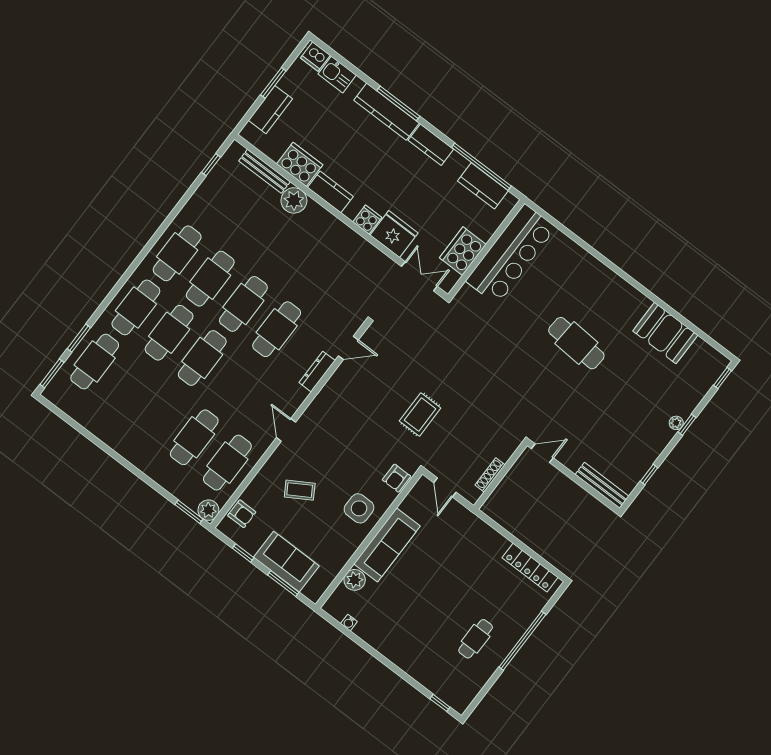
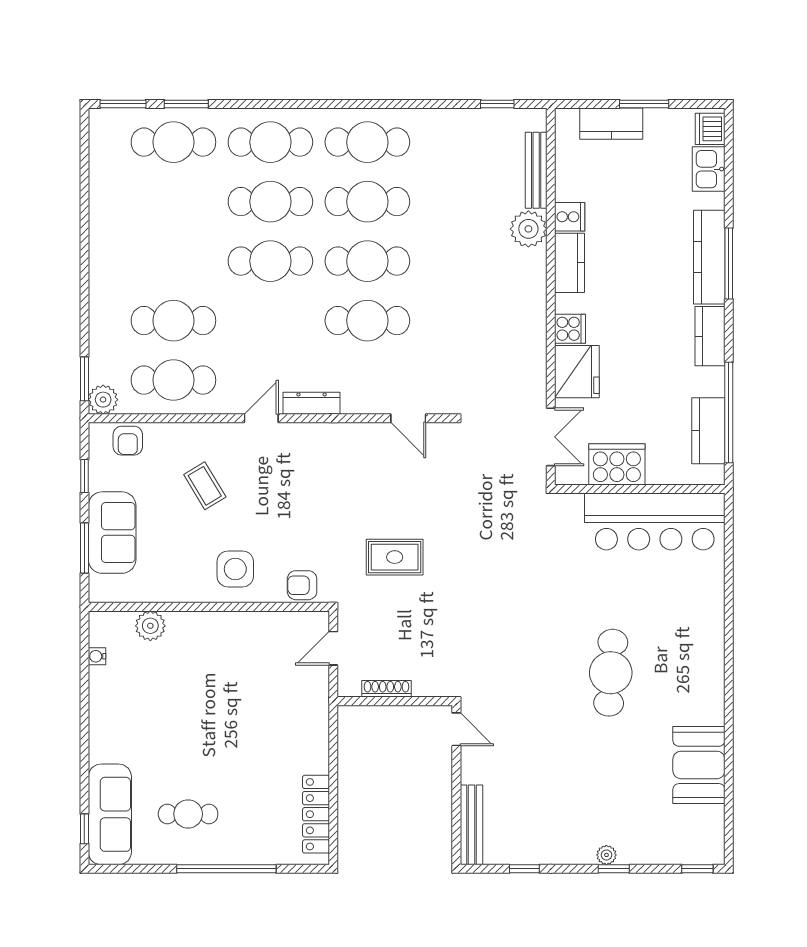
cooker: (300, 164) -> (570, 217), width x0.53, depth x0.76
dresser: (317, 372) -> (312, 403), moved
sofa: (387, 545) -> (110, 814), moved, turned -90

